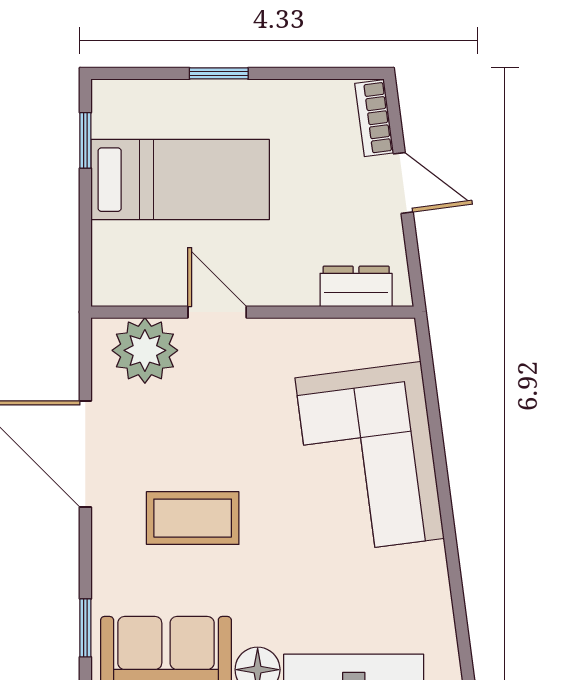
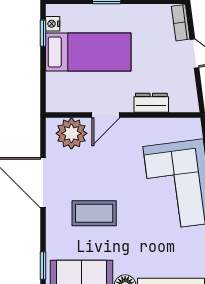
nightstand: (105, 120) -> (53, 24), added
dresser: (356, 286) -> (151, 103), moved
door: (217, 312) -> (106, 115), swing flipped

